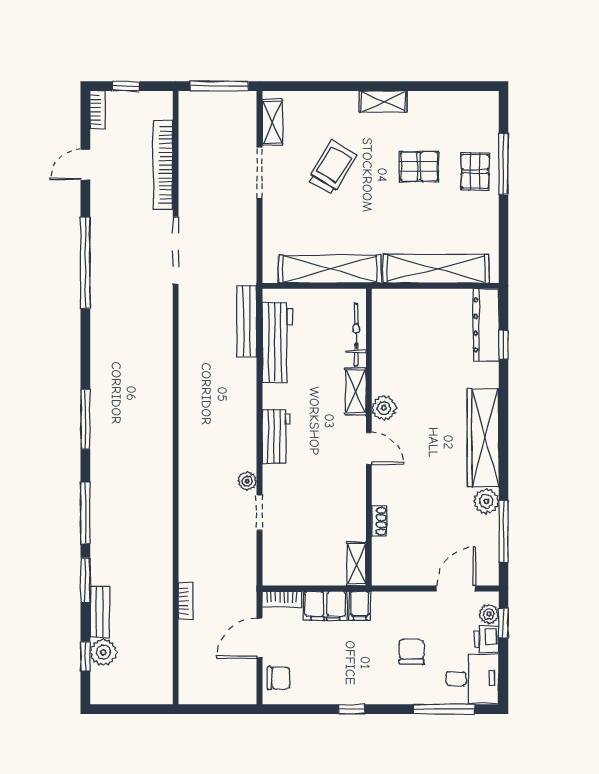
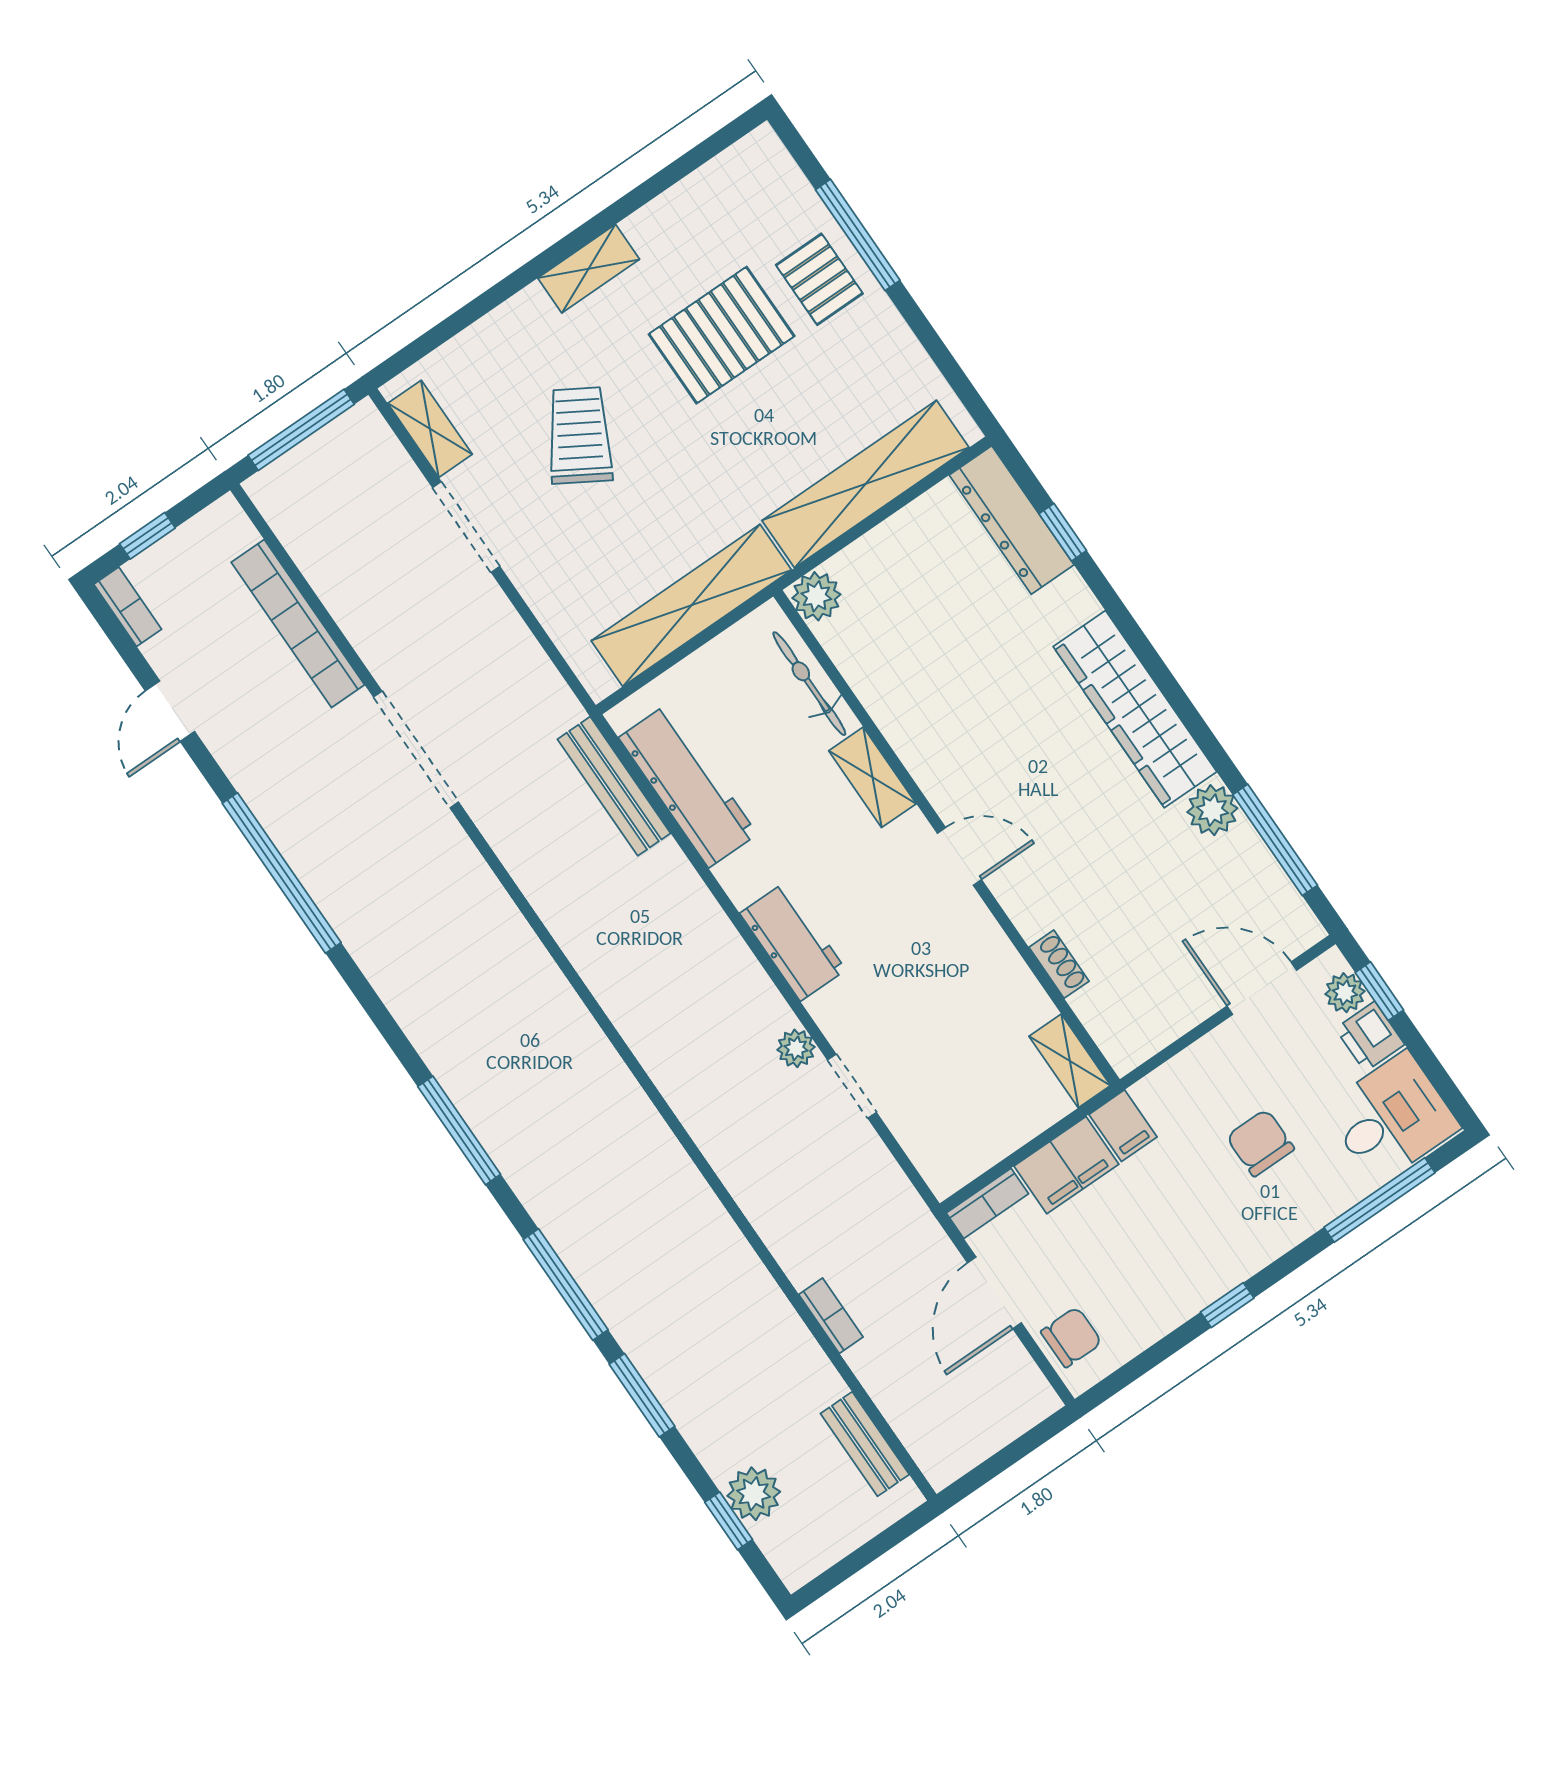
pallet: (419, 167) -> (722, 335), width x1.50, depth x1.42
plant: (384, 408) -> (816, 596), moved
door: (456, 589) -> (1262, 988), hinge flipped
bench: (100, 612) -> (865, 1444), moved

